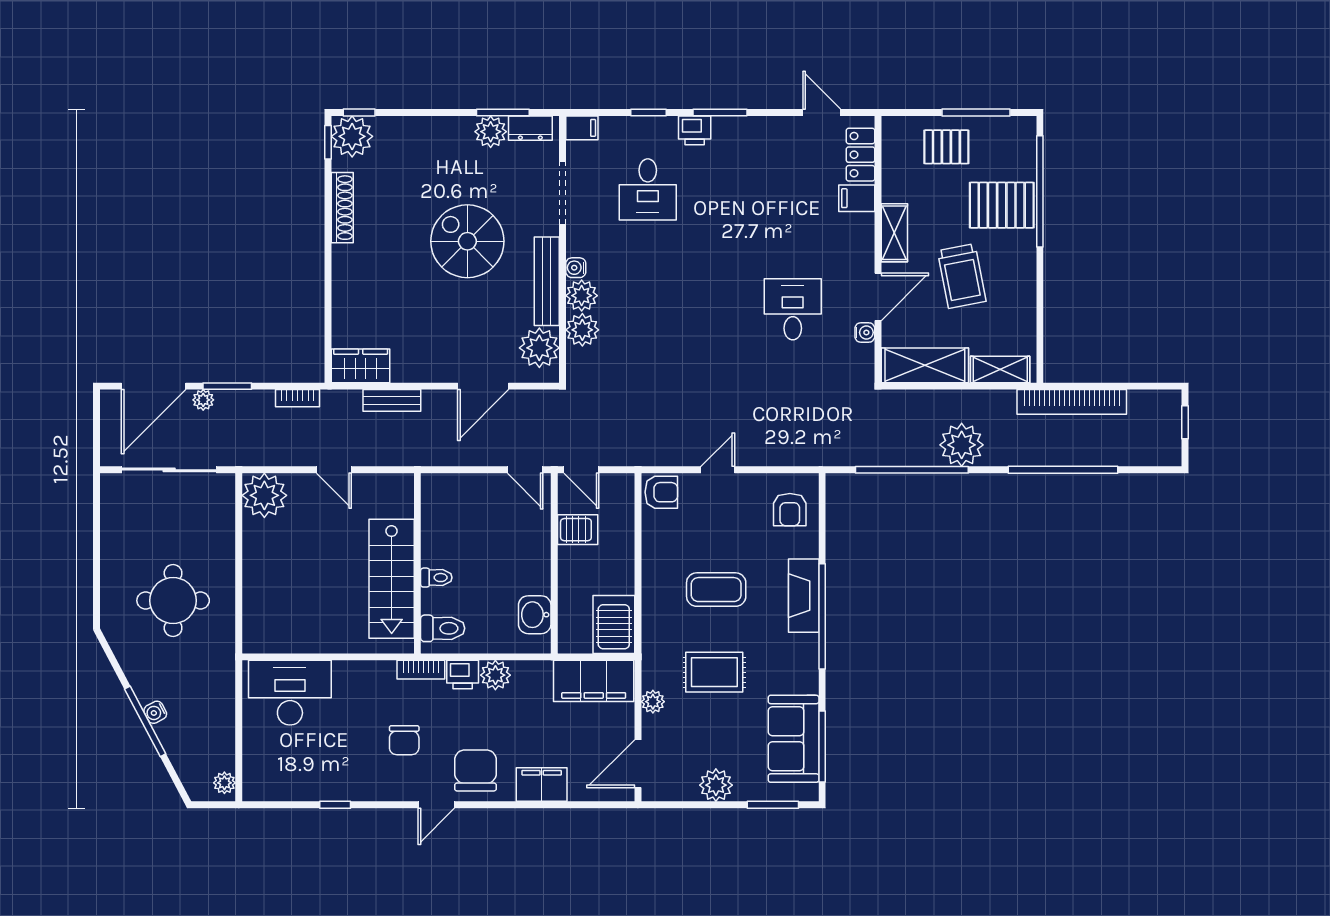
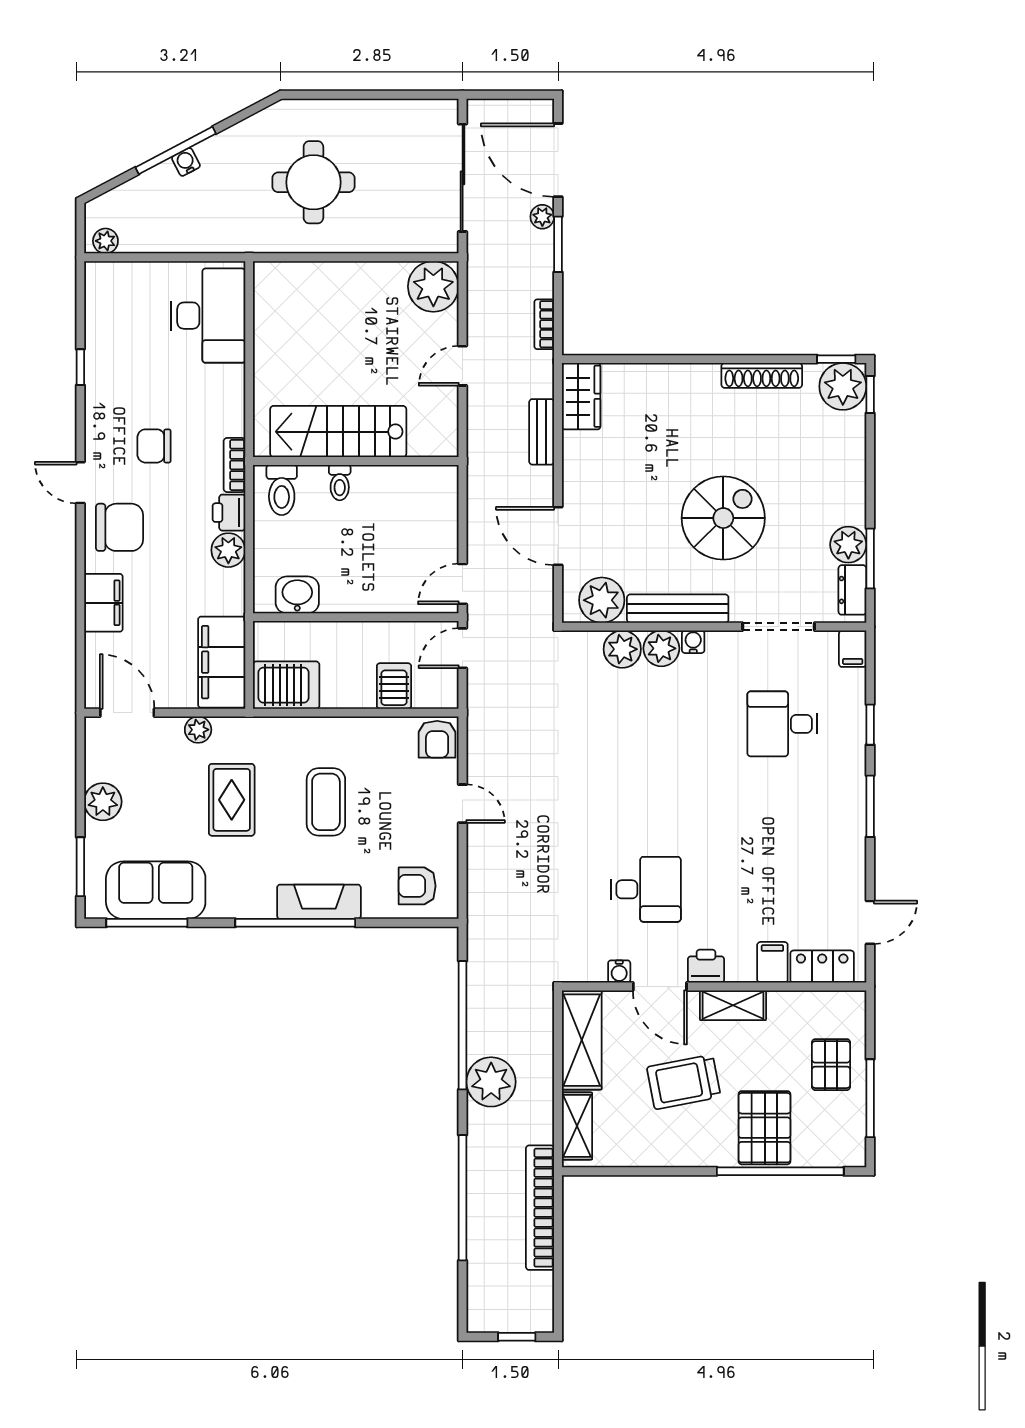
printer: (695, 130) -> (706, 966), moved, turned 90
server rack: (578, 530) -> (394, 686), moved, turned 180

